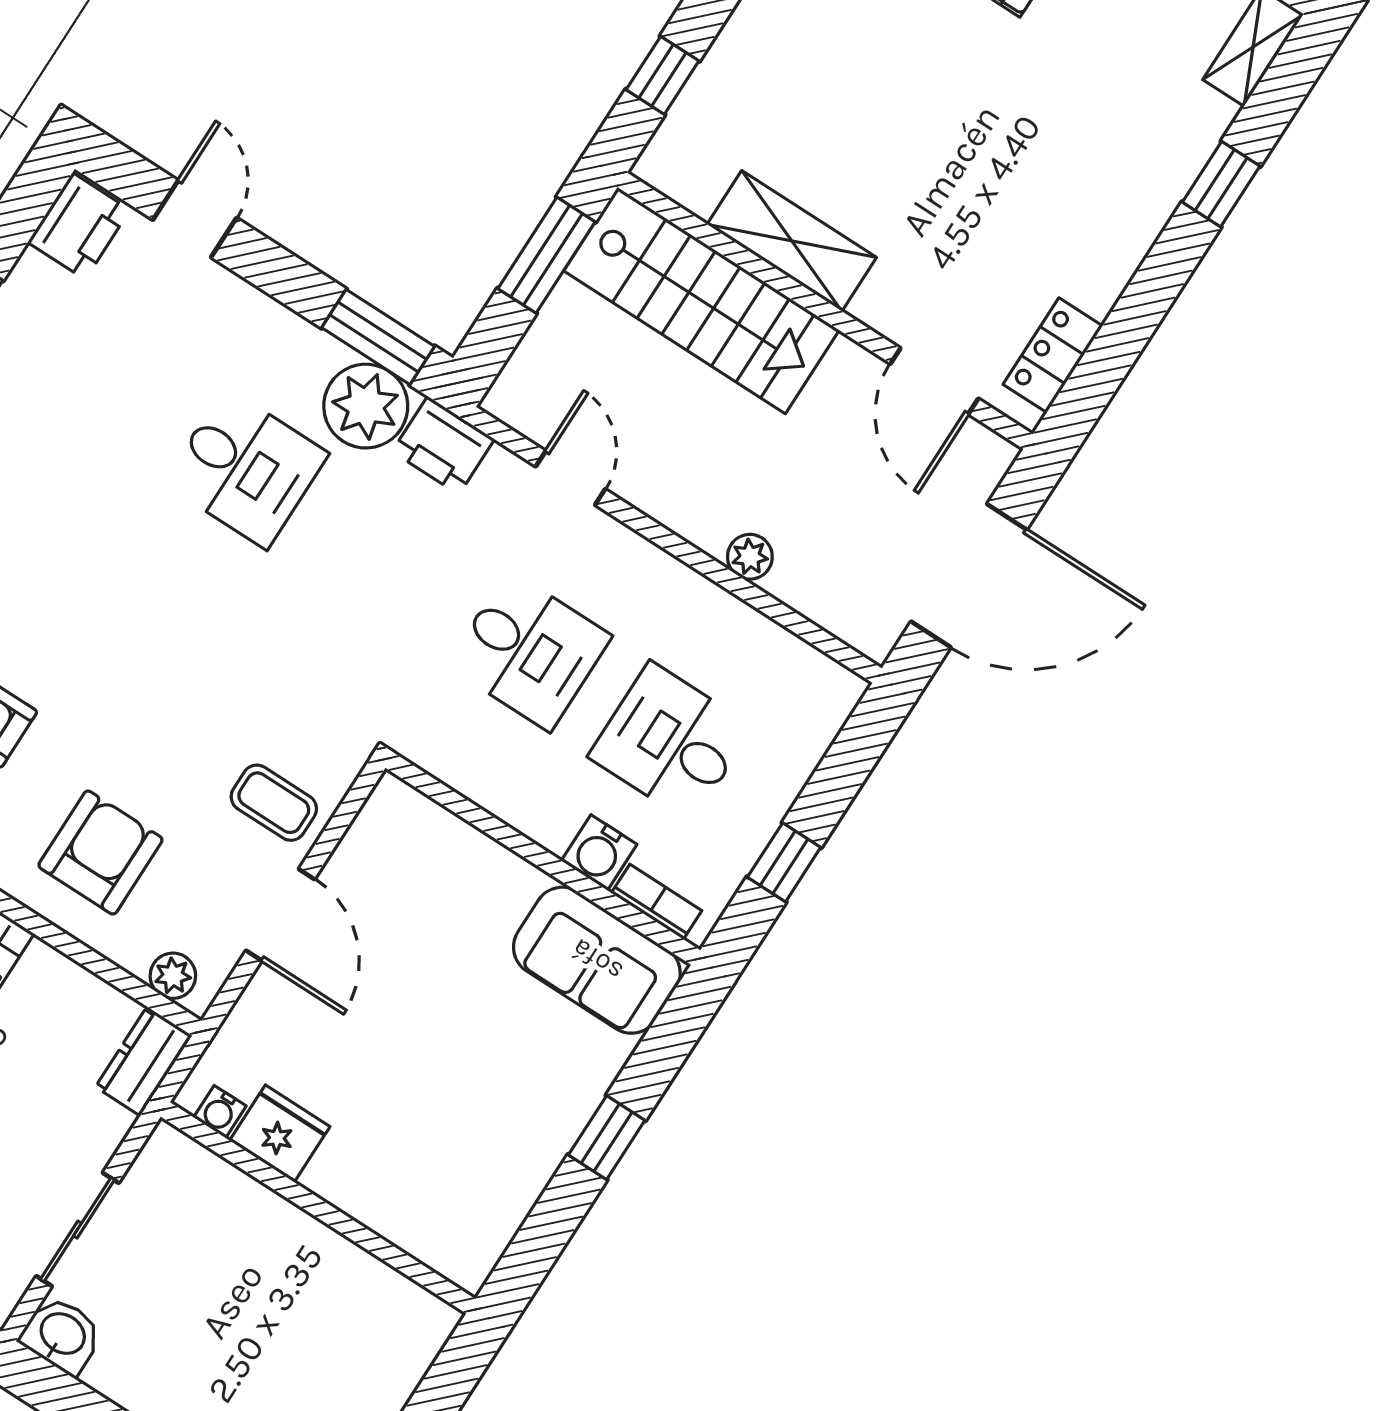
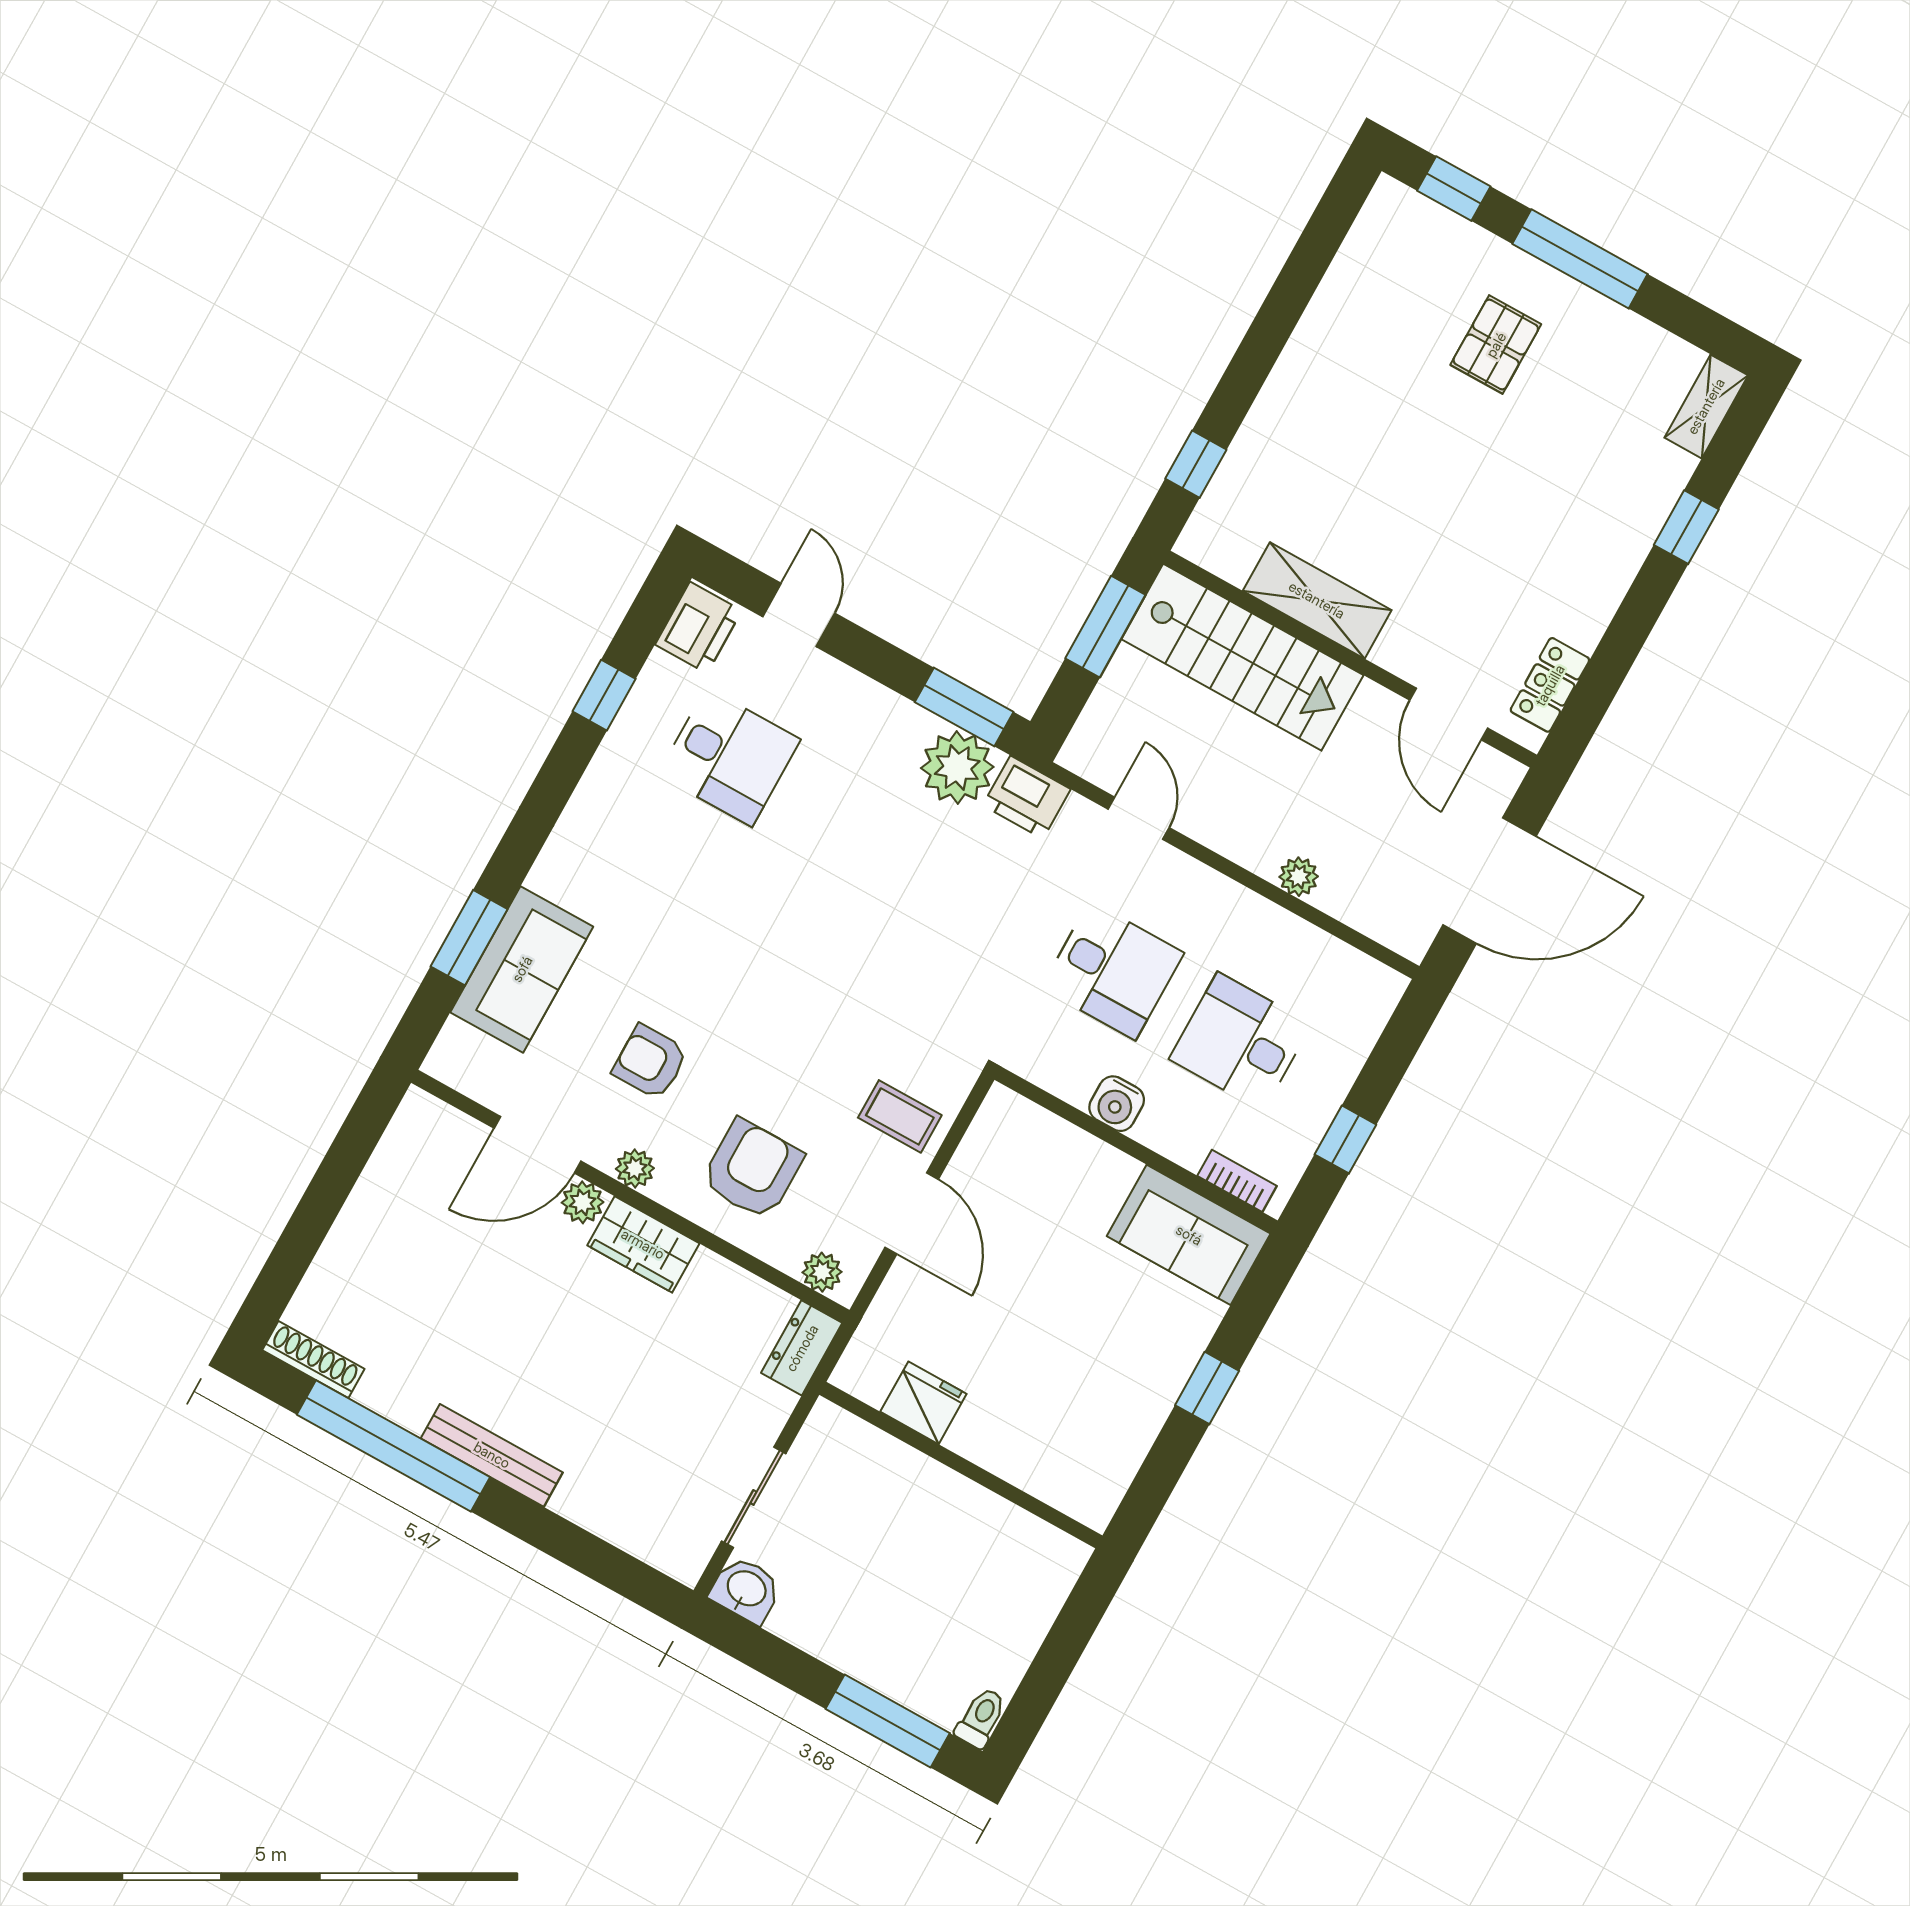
desk: (246, 468) -> (729, 757), moved
water cooler: (599, 853) -> (1117, 1104), moved
water cooler: (220, 1112) -> (870, 1387), removed

